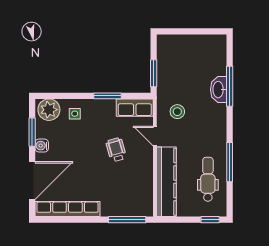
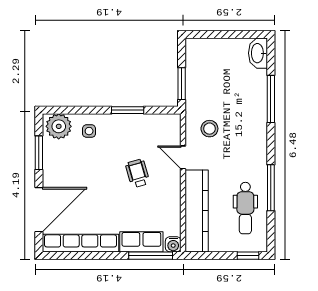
washbasin: (219, 90) -> (258, 53), moved
row of seats: (135, 108) -> (141, 242), moved, turned 180
water cooler: (42, 146) -> (173, 244), moved, turned -90
dental chair: (208, 179) -> (245, 208), turned 180

